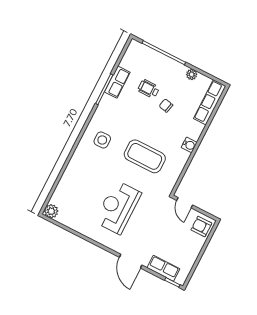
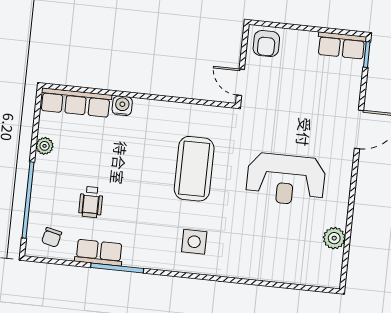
chair: (166, 106) -> (52, 237), moved
water cooler: (189, 145) -> (122, 106), moved
door: (185, 203) -> (240, 82), swing flipped
plant: (51, 211) -> (334, 238), moved
row of seats: (163, 268) -> (342, 45), moved, turned -90

